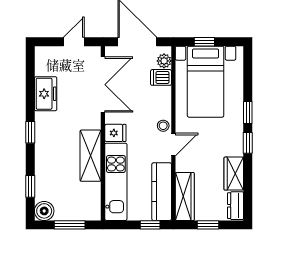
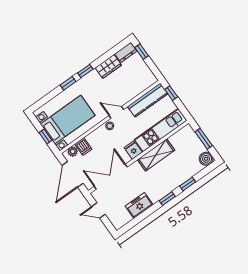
window: (30, 186) -> (188, 184), moved
wardrobe: (185, 197) -> (141, 85), removed
window: (208, 225) -> (142, 52), moved

